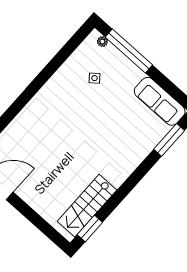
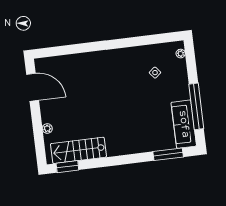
window: (129, 51) -> (196, 106), moved
plant: (43, 210) -> (47, 128), added

